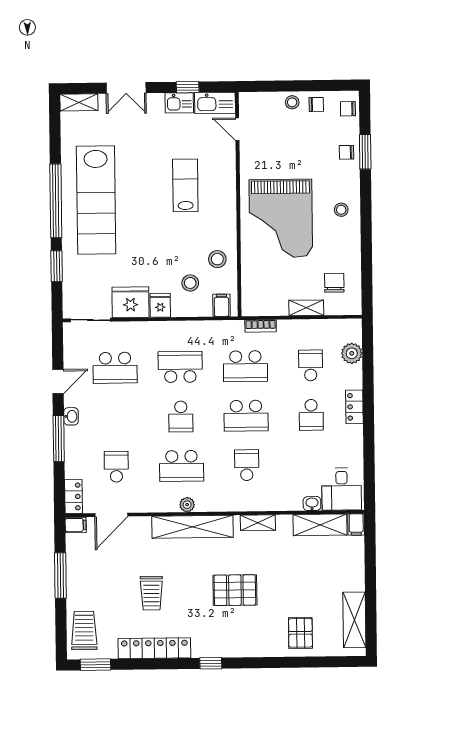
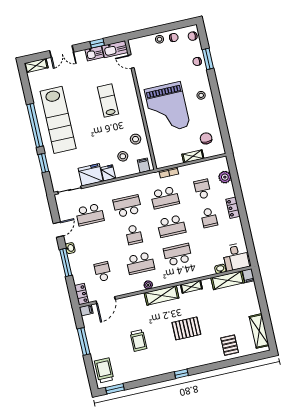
school desk: (247, 465) -> (178, 255), width x1.85
shelving: (193, 527) -> (162, 295), width x0.68
locker: (154, 648) -> (147, 372), removed

